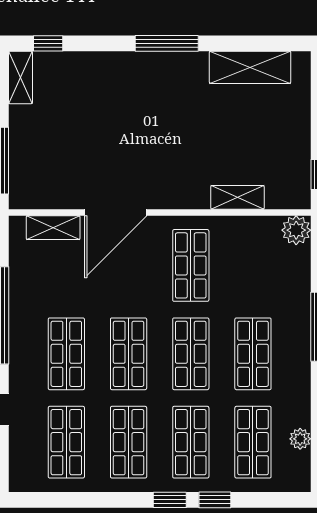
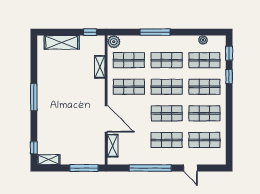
shelving: (250, 67) -> (62, 42), moved, turned 90
shop shelf: (253, 265) -> (129, 60), added
window: (170, 500) -> (229, 53), moved

